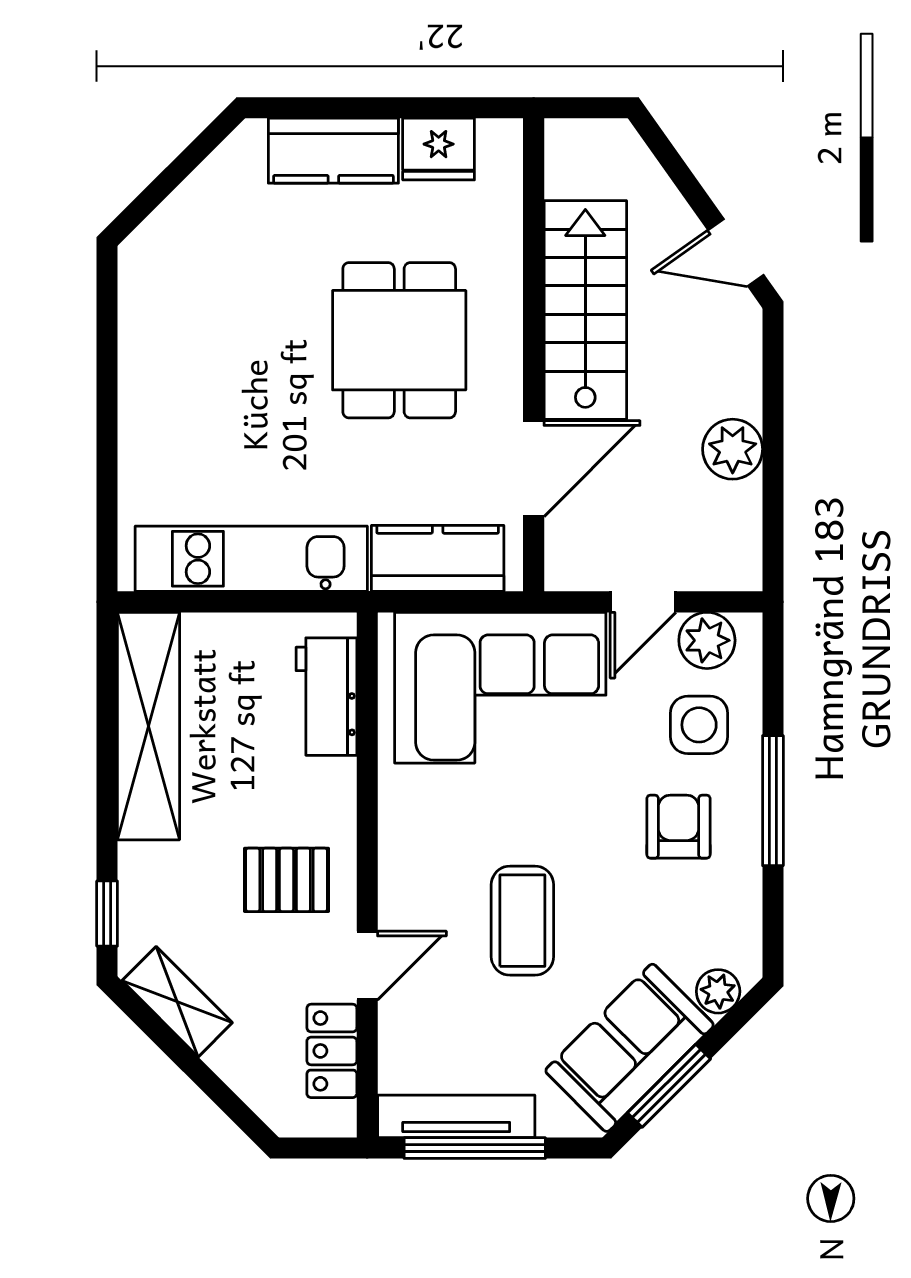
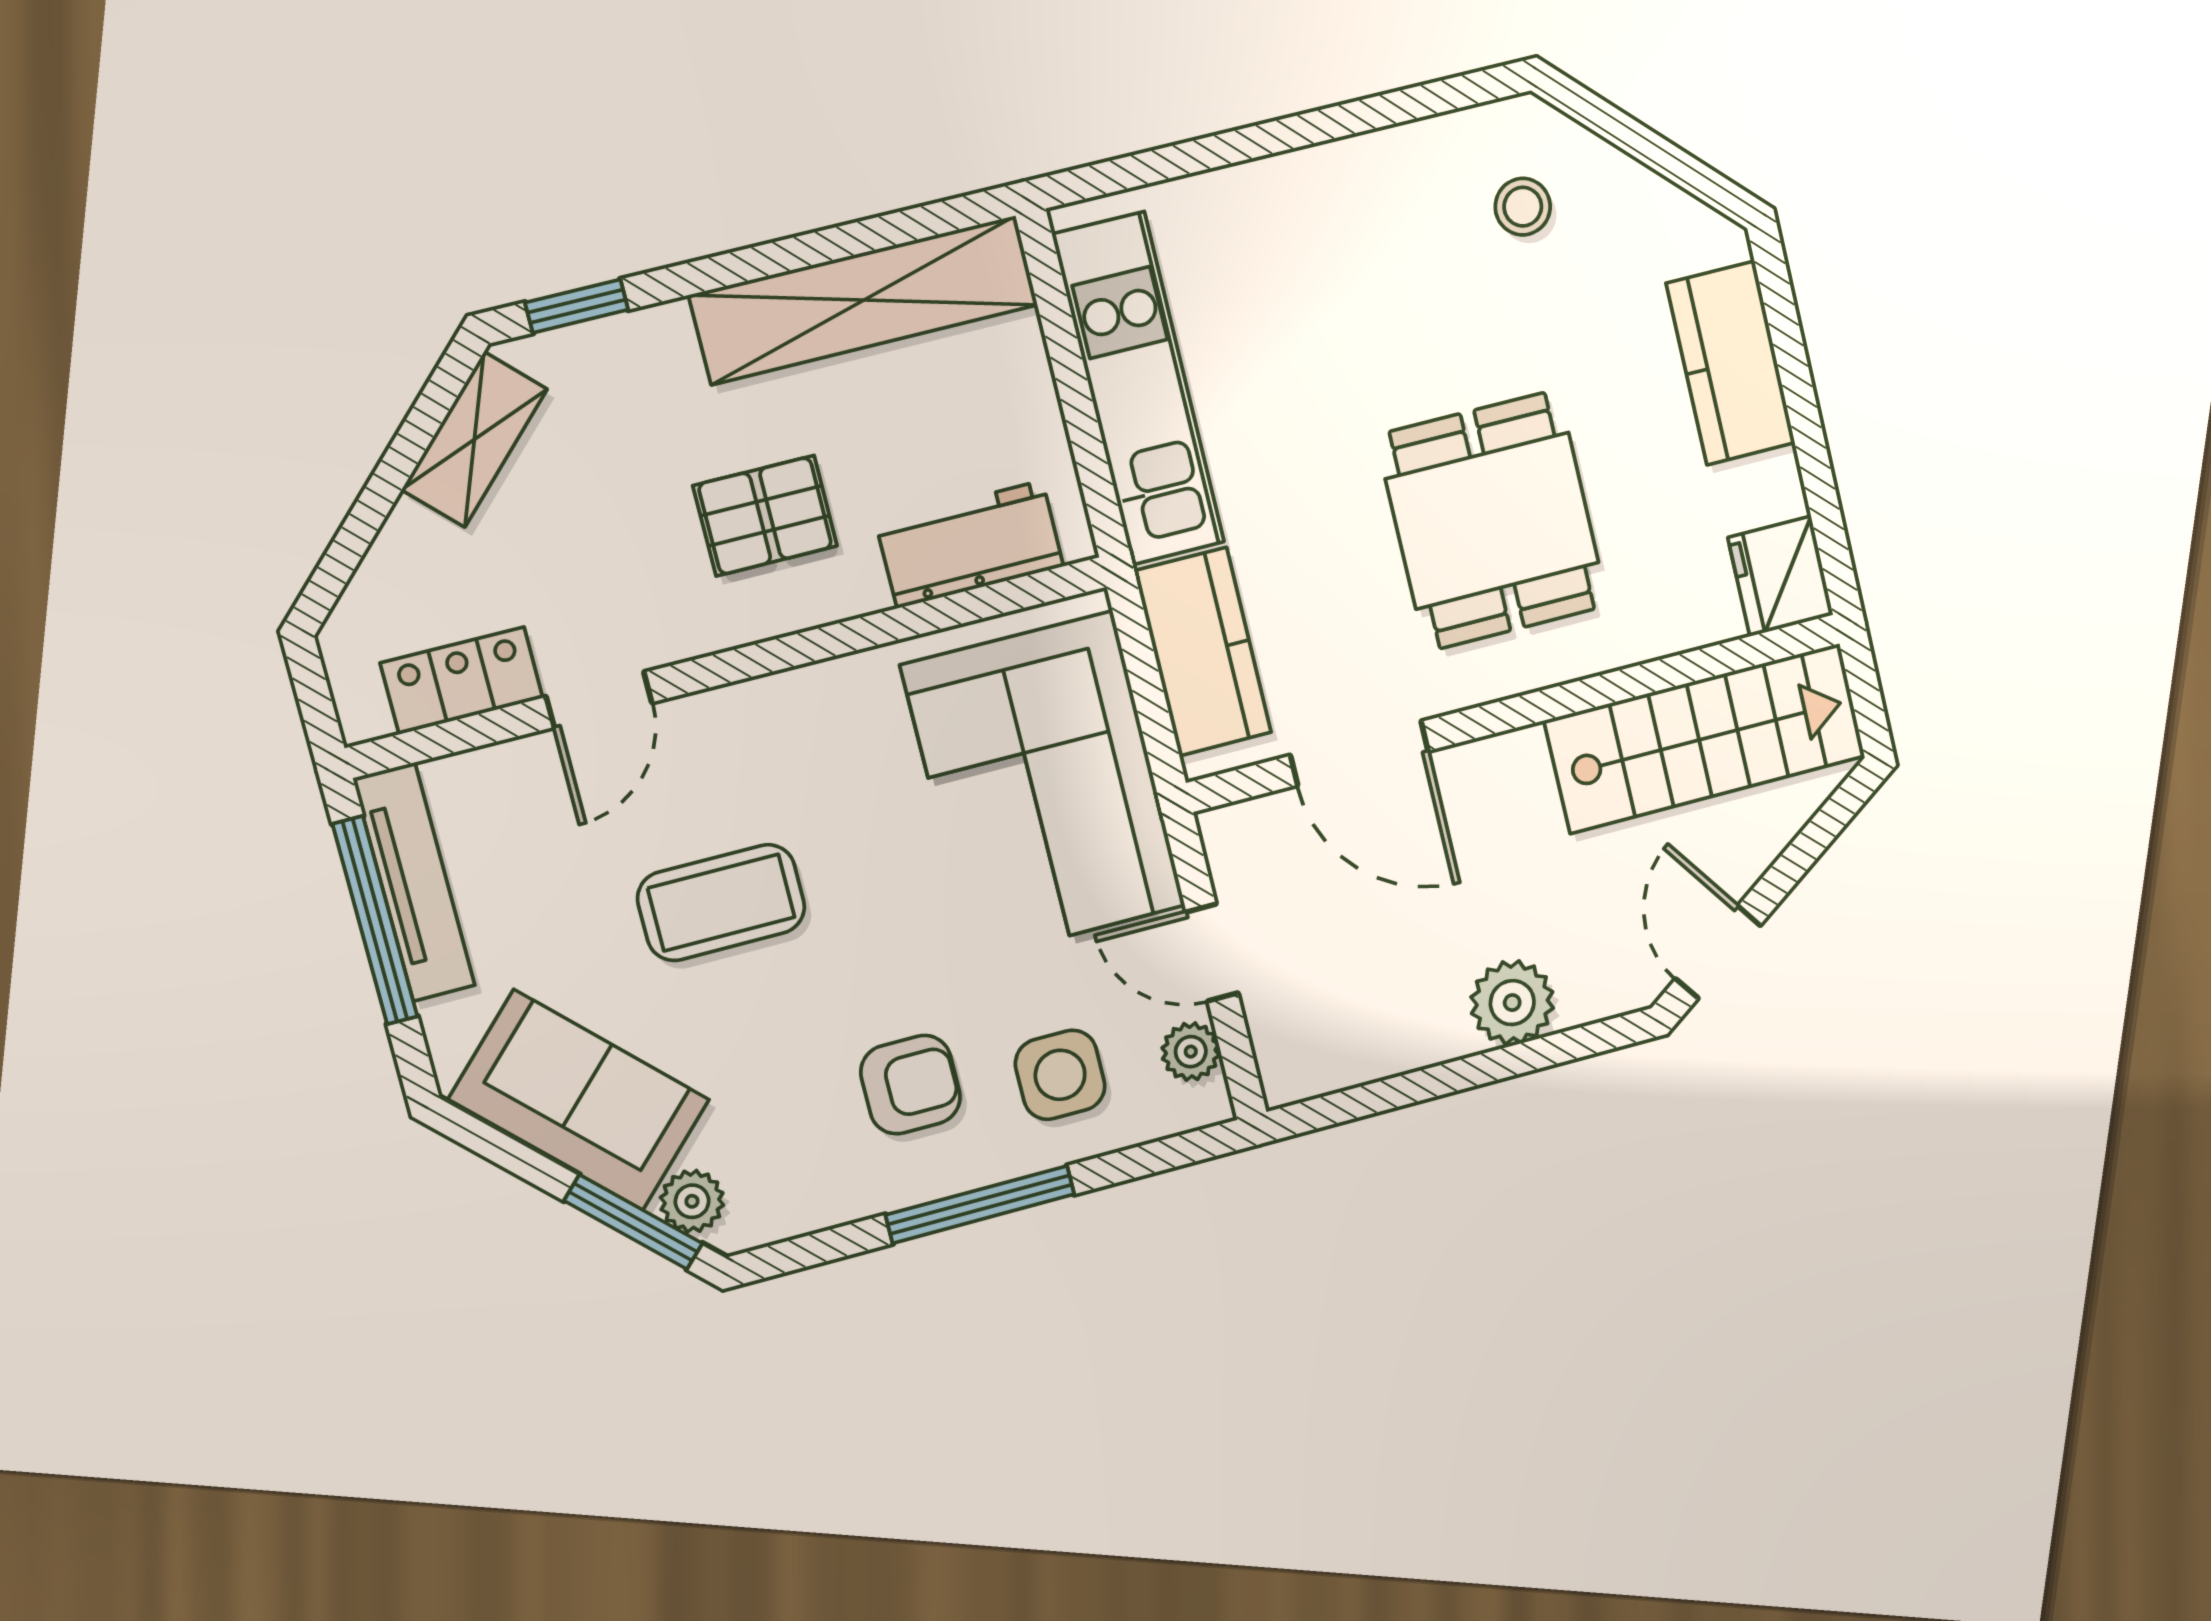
fridge: (439, 149) -> (1781, 576), moved
stool: (193, 270) -> (1523, 207), added
stairs: (585, 310) -> (1705, 738), moved
dining table: (399, 340) -> (1492, 521), turned 90
plant: (733, 449) -> (1512, 1003), moved
plant: (707, 640) -> (1191, 1052), width x0.73, depth x0.73
pallet: (286, 880) -> (765, 516), moved, turned 90
door: (367, 966) -> (599, 700), hinge flipped
window: (669, 1086) -> (633, 1222), moved

